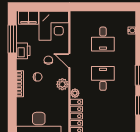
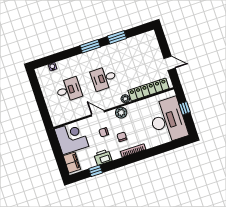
window: (12, 39) -> (96, 171), width x0.46
door: (69, 61) -> (98, 113), swing flipped

